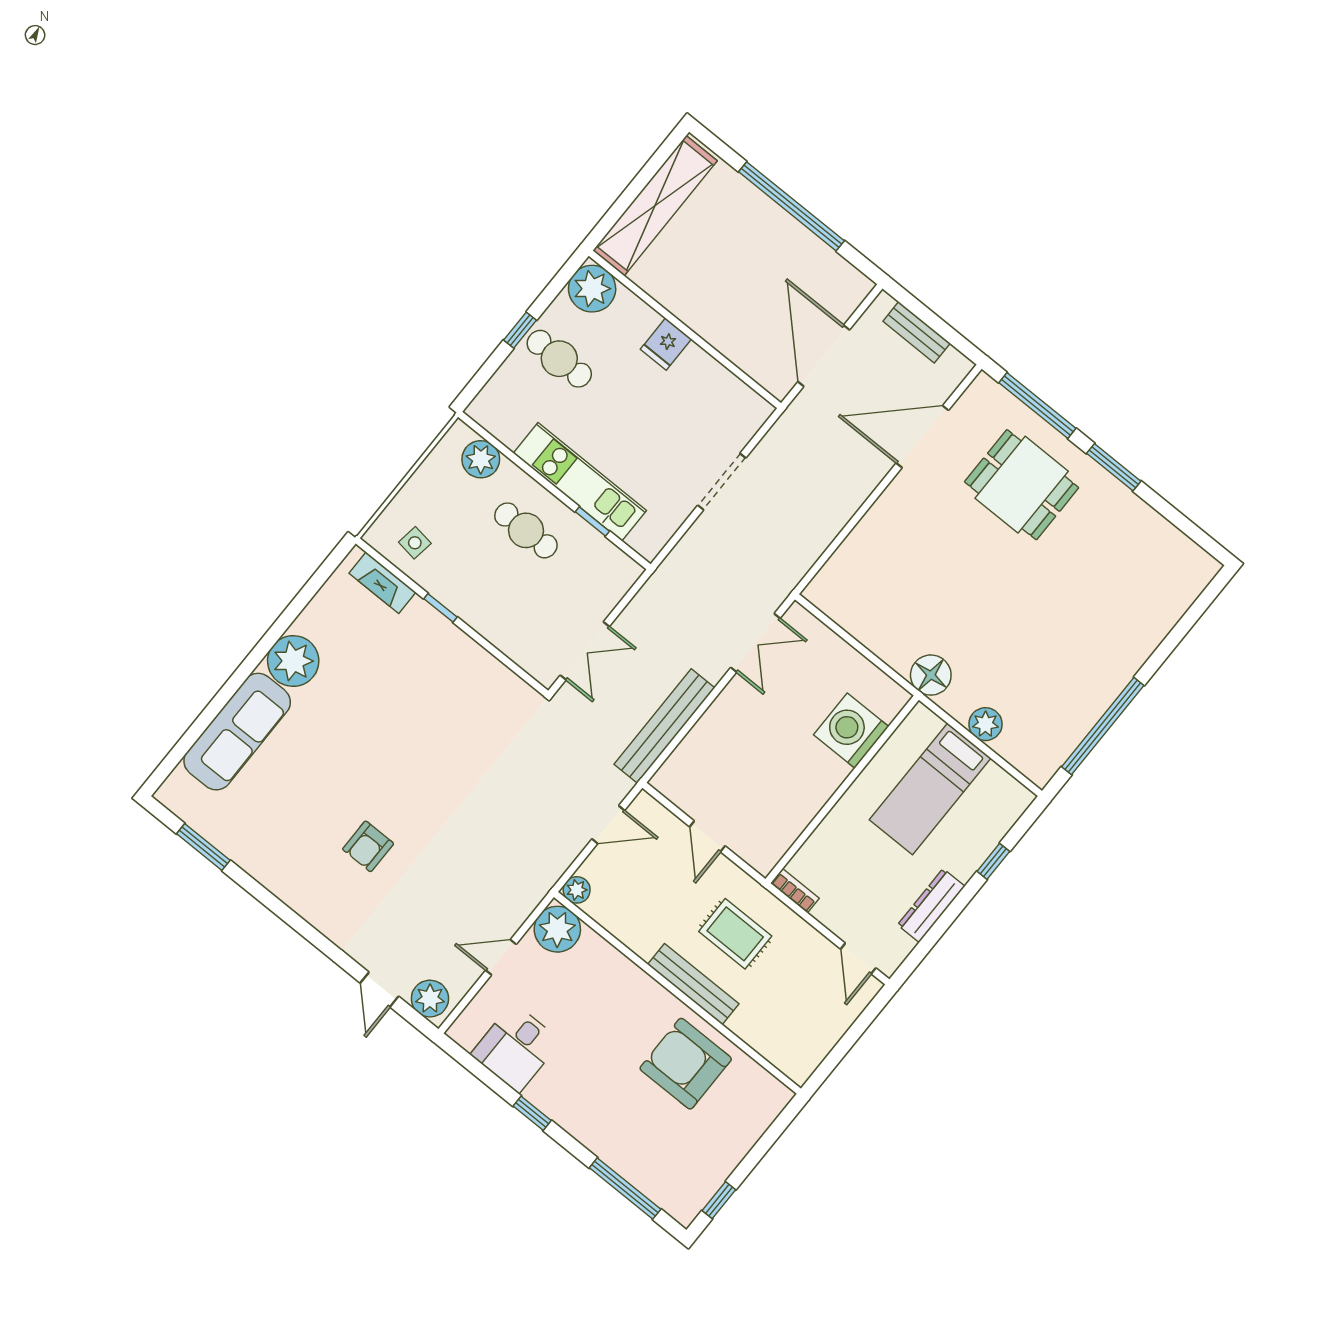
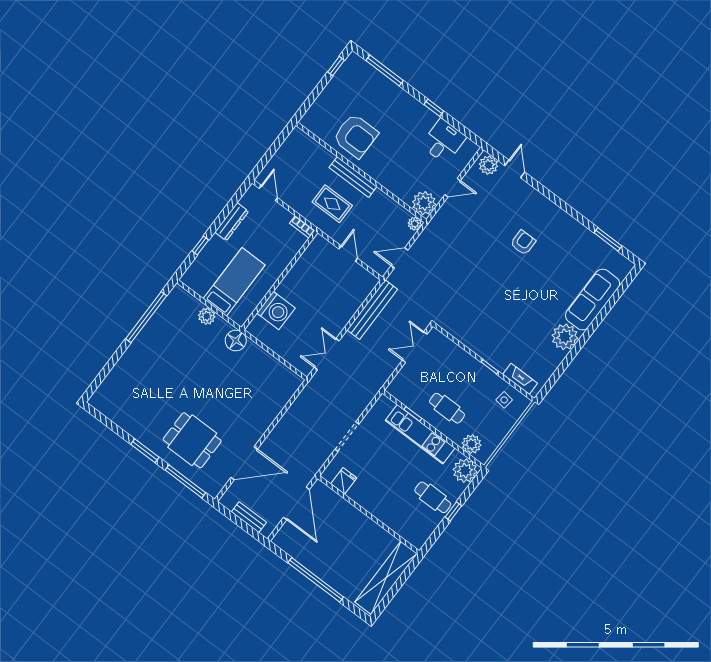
plant: (592, 289) -> (465, 471), moved
fridge: (666, 344) -> (344, 481), moved

